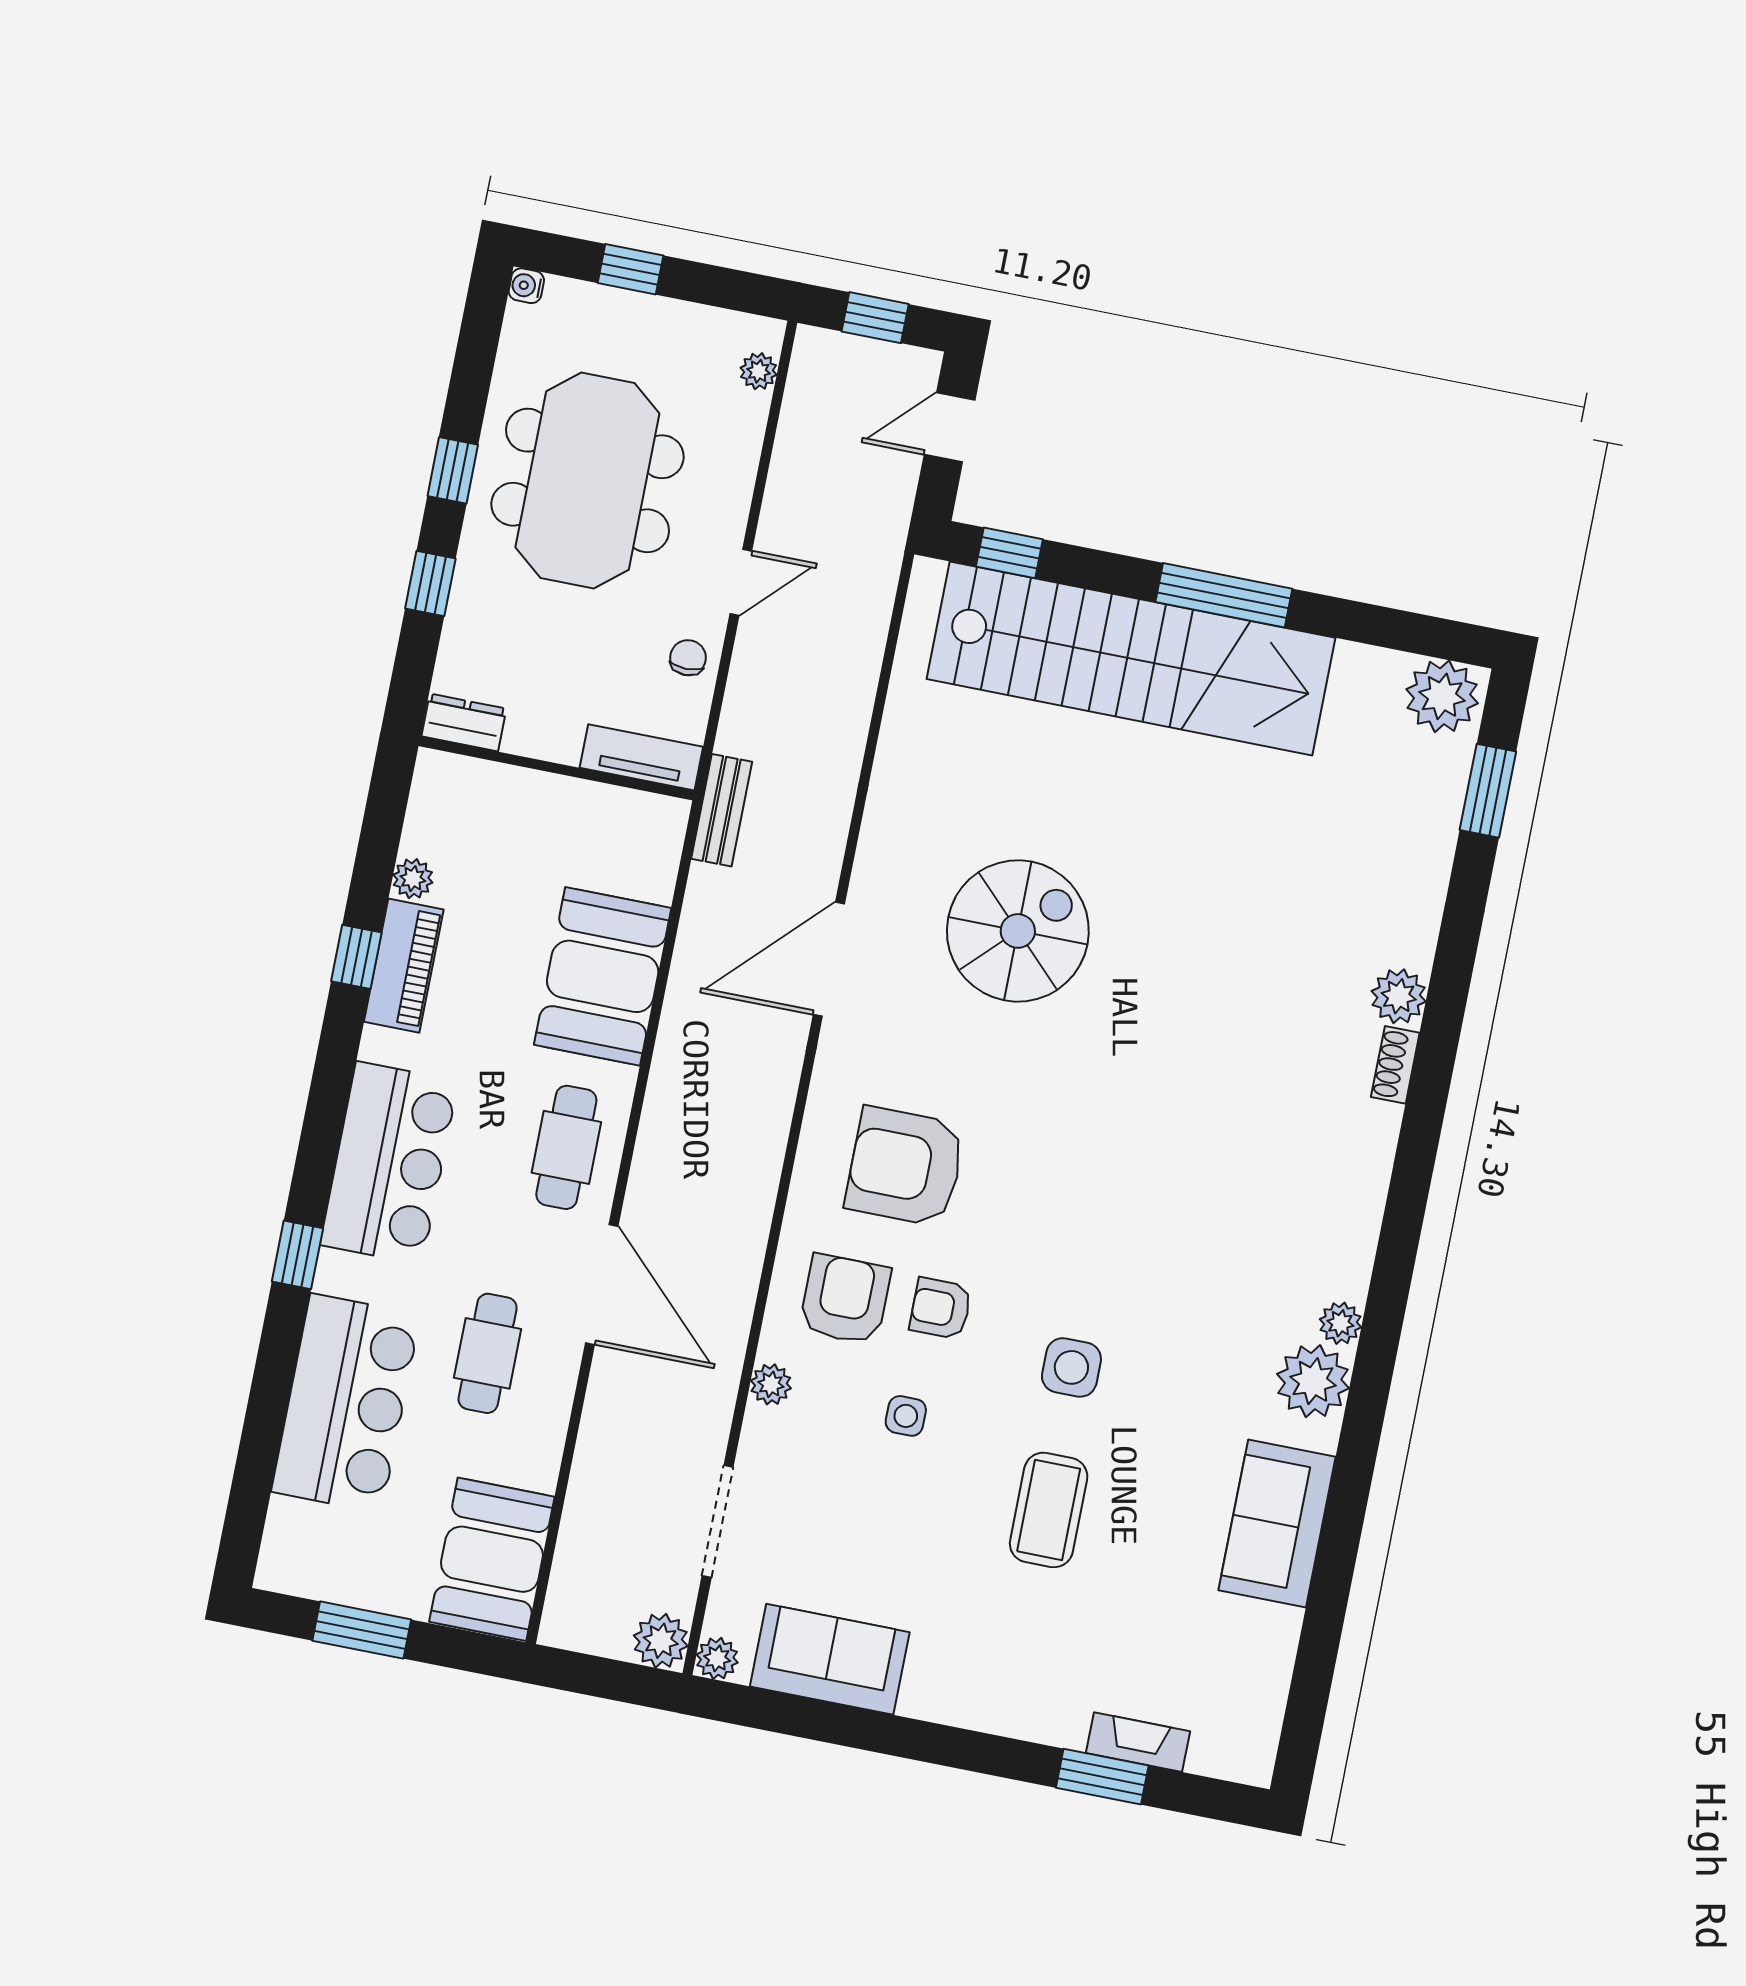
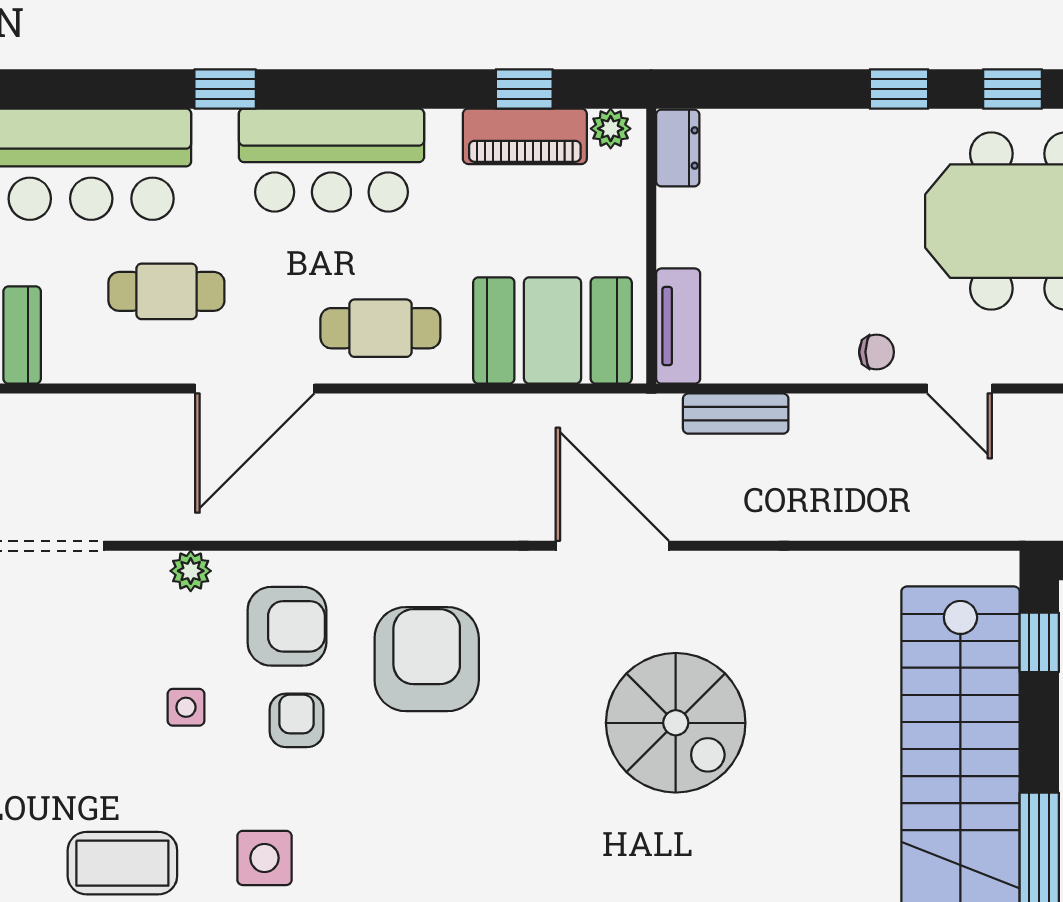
dresser: (464, 723) -> (678, 148), moved
tv unit: (641, 757) -> (678, 326), moved
wall: (556, 768) -> (651, 246), moved

